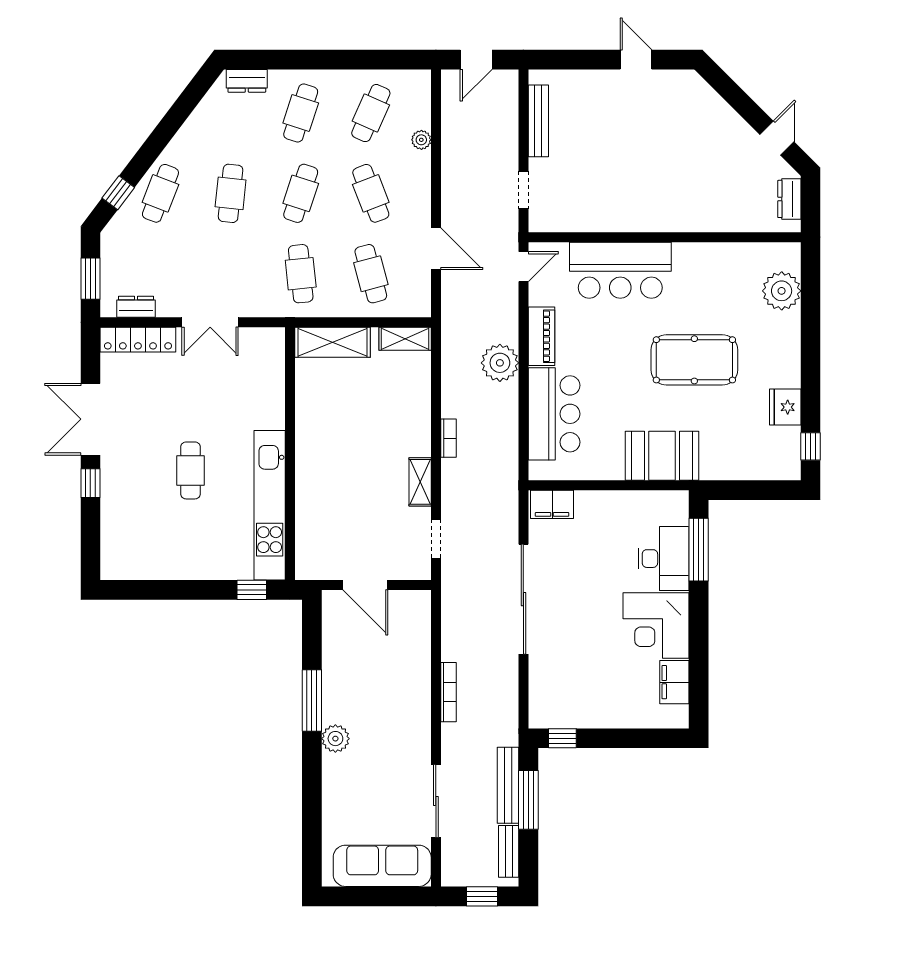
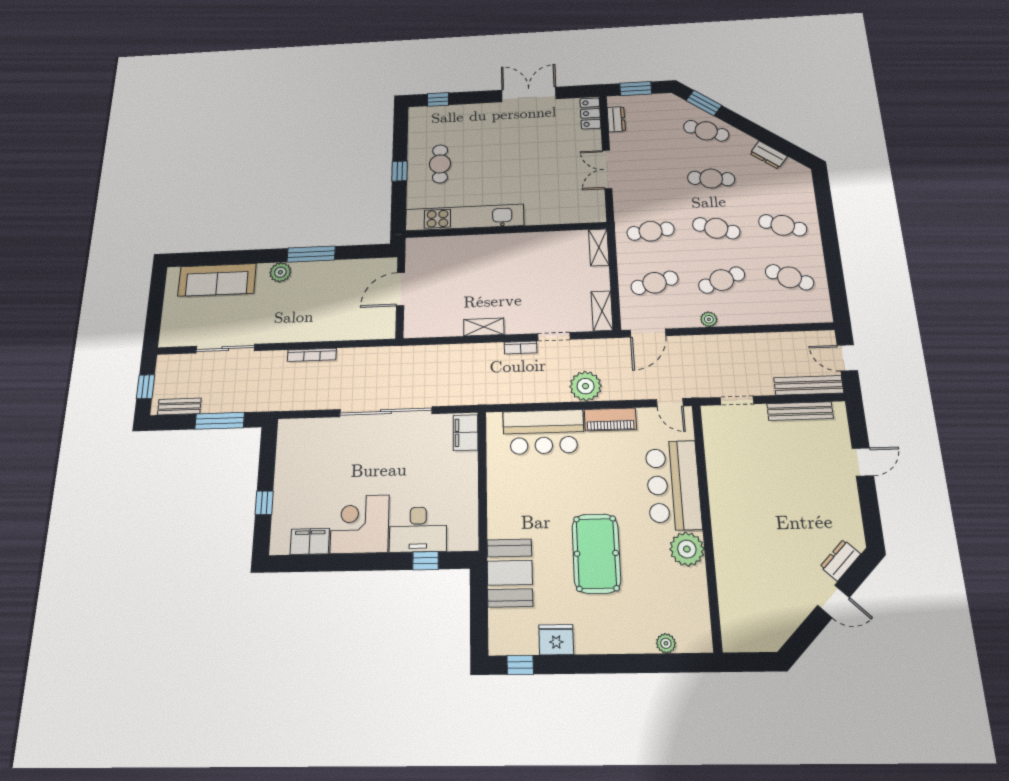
door: (636, 60) -> (863, 462), moved
dresser: (247, 81) -> (769, 155), moved, turned -53
door: (777, 138) -> (833, 601), moved
plant: (421, 140) -> (709, 319), moved
window: (118, 193) -> (704, 103), width x1.50
dresser: (789, 199) -> (840, 560), moved, turned -45
door: (436, 249) -> (648, 333), moved
plant: (692, 261) -> (687, 549), added
plant: (782, 291) -> (666, 643), width x0.53, depth x0.53
locker: (138, 340) -> (590, 113), width x0.66
shelving: (332, 342) -> (599, 247), width x0.67, depth x0.75
booth: (662, 456) -> (510, 573), moved
cafe table: (191, 470) -> (440, 164), moved, turned 90
window: (90, 483) -> (438, 99), moved
doorway: (436, 539) -> (554, 336), moved
window: (699, 550) -> (425, 561), width x0.46
window: (252, 590) -> (400, 171), moved
window: (562, 738) -> (264, 503), moved
bench: (508, 785) -> (809, 385), moved
sofa: (382, 866) -> (217, 280), moved, turned 90

